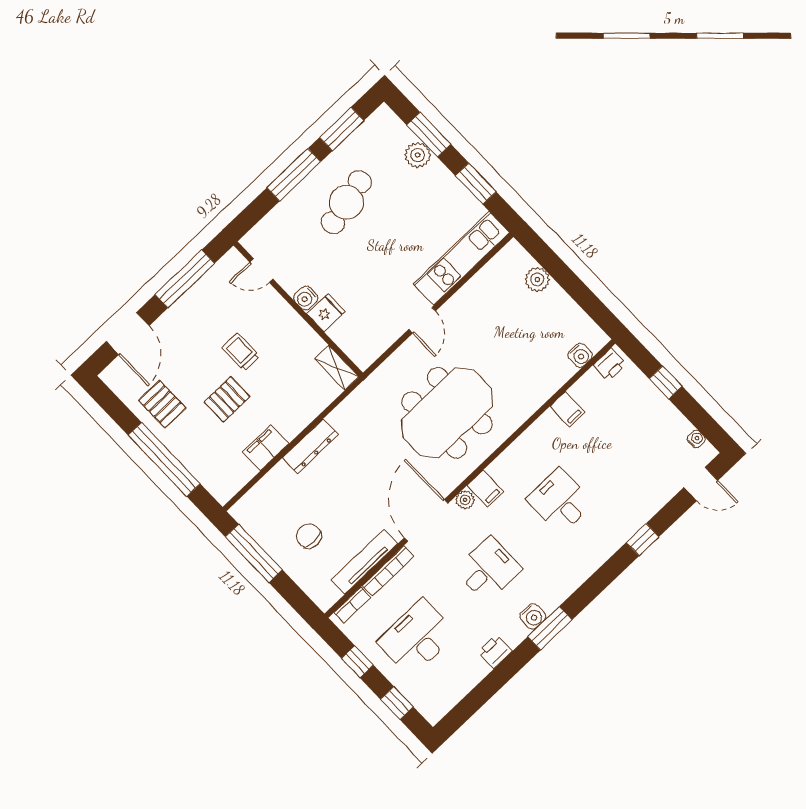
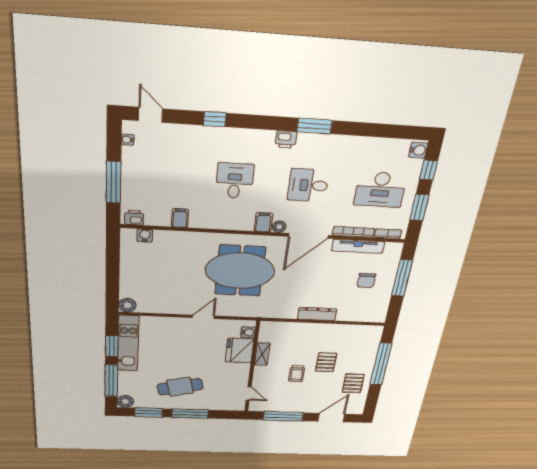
window: (429, 135) -> (111, 381), width x1.44
plant: (418, 155) -> (125, 401), moved
kitchen unit: (461, 258) -> (128, 343), moved, turned -90
plant: (537, 279) -> (127, 305), moved
water cooler: (306, 298) -> (248, 332), moved
fridge: (326, 313) -> (240, 351), width x1.88, depth x1.34
shelving: (337, 368) -> (262, 354), moved
window: (666, 382) -> (114, 182), width x2.17
pallet: (227, 399) -> (326, 362), turned 90
filing cabinet: (266, 448) -> (336, 331), removed
desk: (560, 501) -> (235, 181), turned 180
window: (254, 553) -> (402, 278), moved
water cooler: (533, 616) -> (418, 150), moved, turned 90
printer: (495, 651) -> (286, 139), moved
window: (357, 662) -> (419, 207), width x1.50

